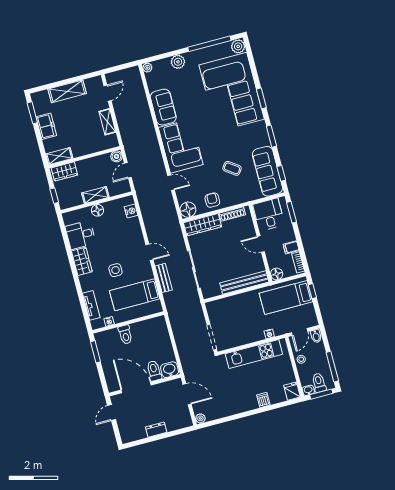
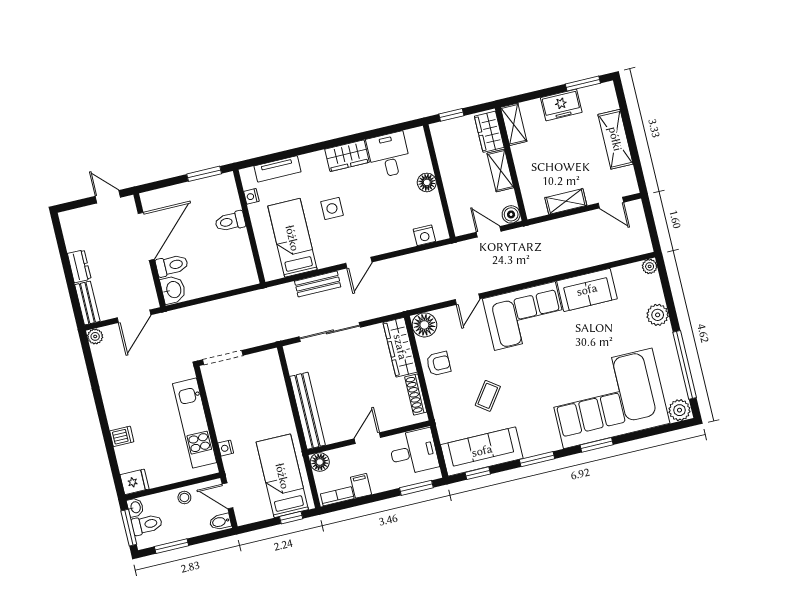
shelving: (95, 195) -> (500, 170), moved
window: (332, 367) -> (171, 546), width x0.69
bench: (179, 424) -> (87, 303), added

